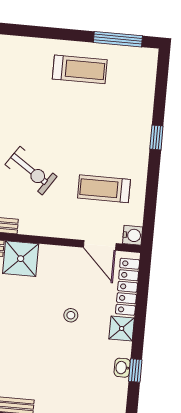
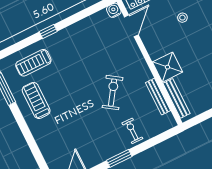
treadmill: (104, 189) -> (33, 63), moved, turned 90

